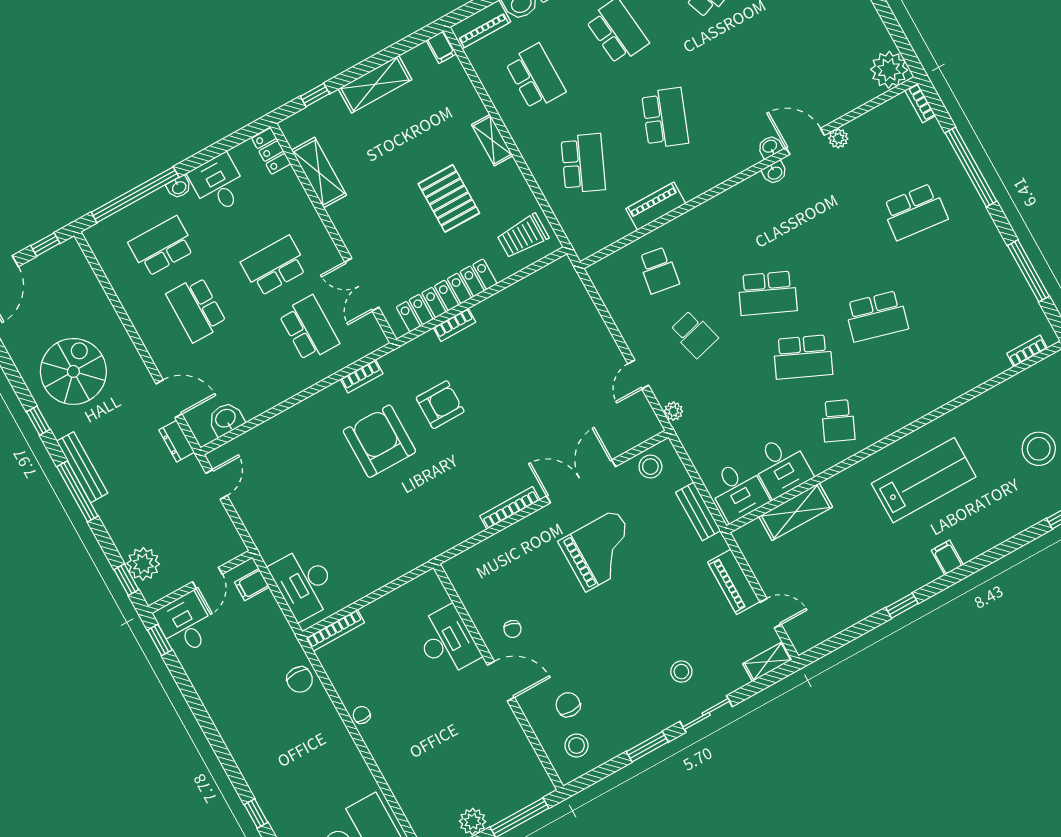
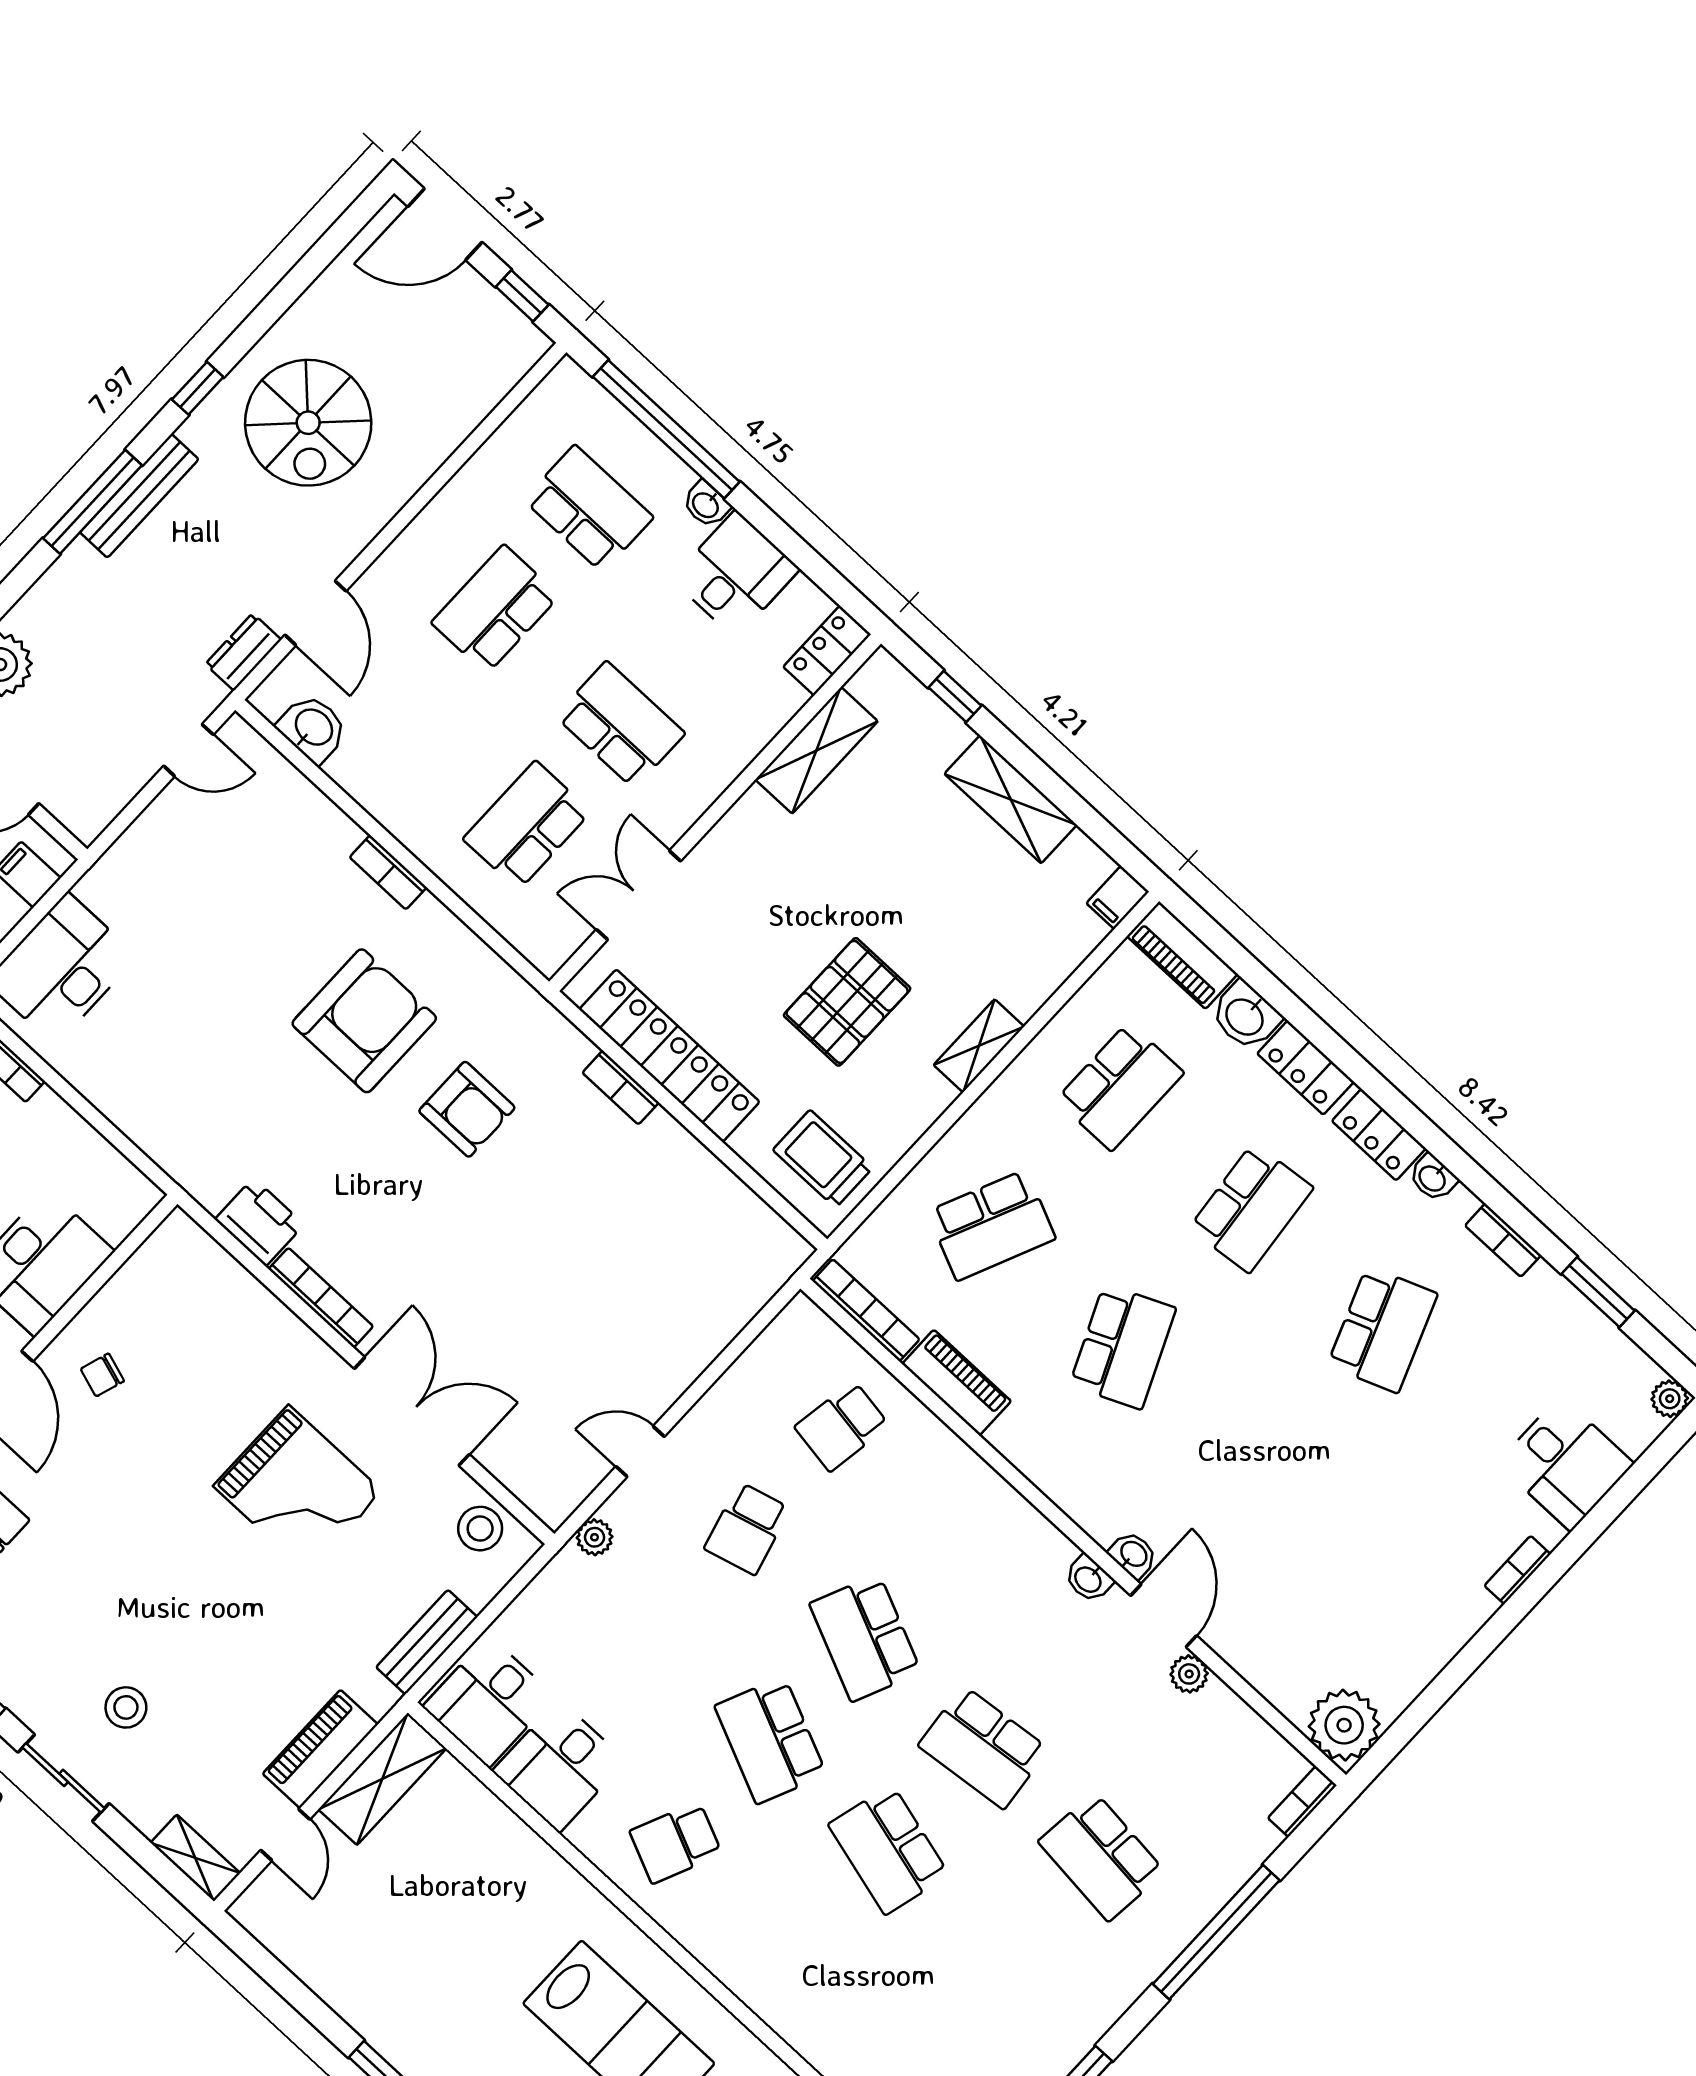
school desk: (665, 118) -> (1123, 1347), turned -45
bookcase: (605, 239) -> (866, 1310), added
school desk: (841, 252) -> (983, 1747), added
school desk: (309, 329) -> (527, 825), turned 180
spiral stairs: (73, 371) -> (308, 423), turned 90
bookcase: (362, 376) -> (388, 872), moved
shelving: (796, 512) -> (382, 1779), moved, turned 90
printer: (462, 526) -> (260, 1222), added

